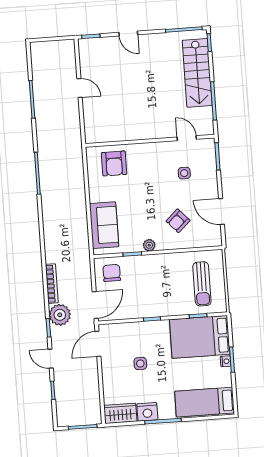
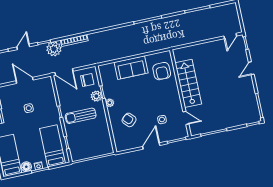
stairs: (197, 73) -> (188, 83), moved, turned 90
door: (80, 88) -> (230, 36), moved
door: (187, 138) -> (186, 118), hinge flipped
armchair: (114, 163) -> (162, 71), turned -90
door: (221, 212) -> (151, 146), moved
sofa: (104, 225) -> (131, 68), moved
plant: (137, 263) -> (96, 96), added
sun lounger: (202, 284) -> (81, 116), moved
bed: (200, 337) -> (52, 146), width x0.67
door: (98, 344) -> (25, 80), moved
floor lamp: (225, 379) -> (26, 167), added

